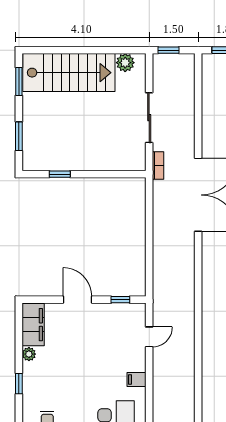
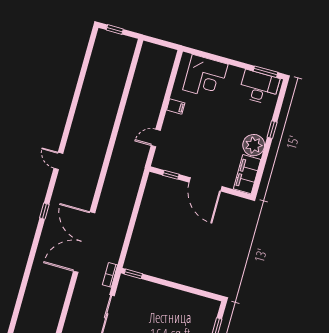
window: (60, 174) -> (133, 274), moved
door: (77, 300) -> (206, 184), width x1.36
plant: (29, 354) -> (254, 145), width x1.88, depth x1.88

